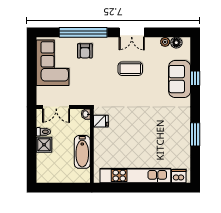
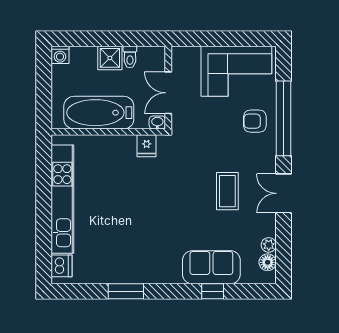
double door: (56, 107) -> (168, 93), moved
bathtub: (82, 152) -> (99, 113), width x1.36, depth x1.36
washing machine: (42, 177) -> (60, 55), added

